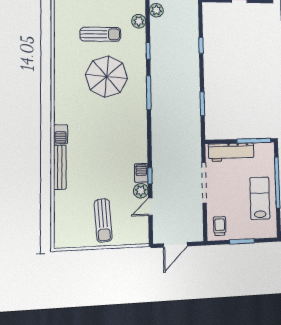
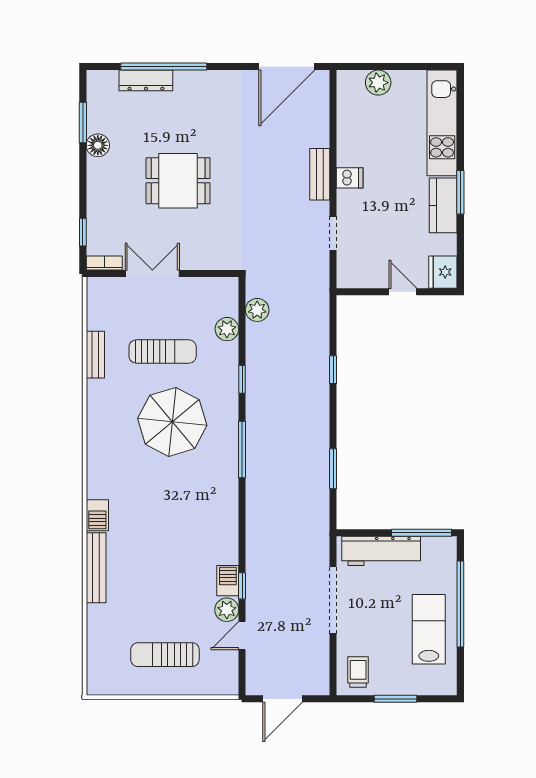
bench: (59, 36) -> (95, 355), added
sun lounger: (103, 220) -> (165, 655), turned 94

